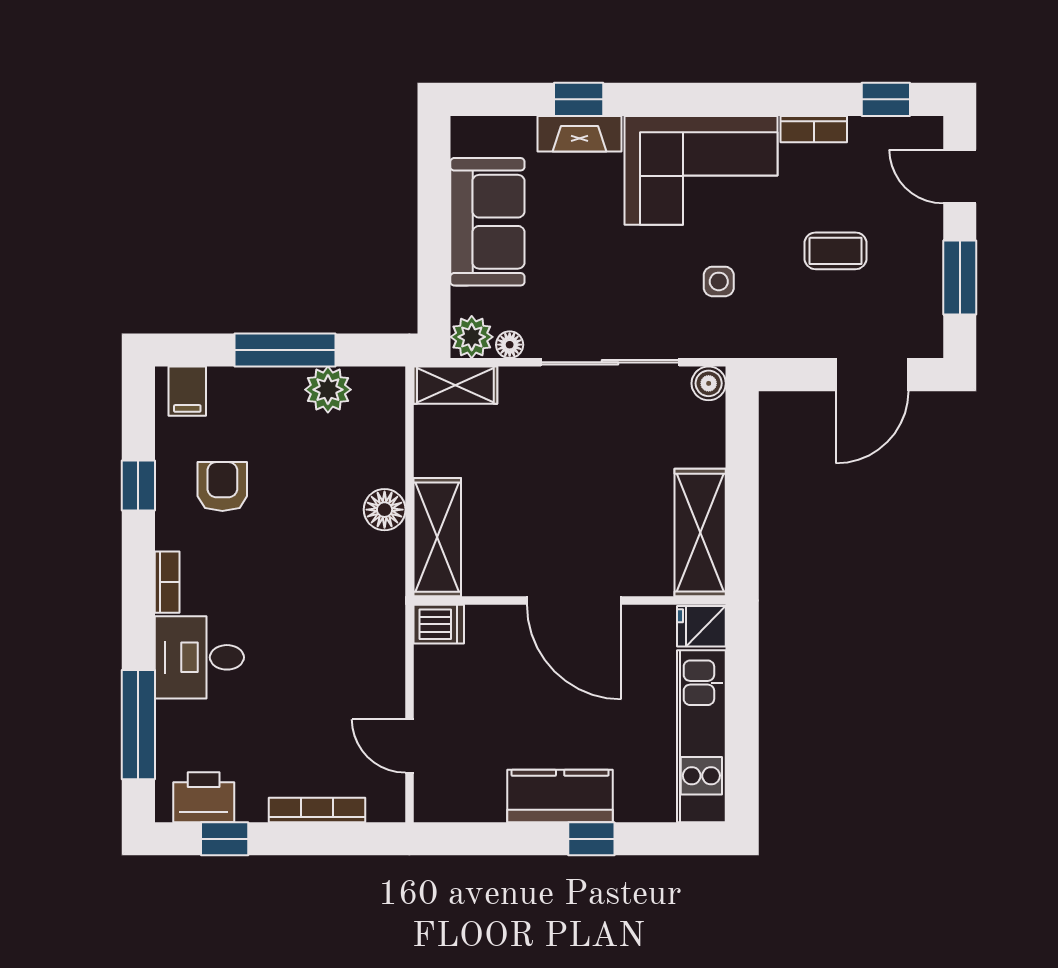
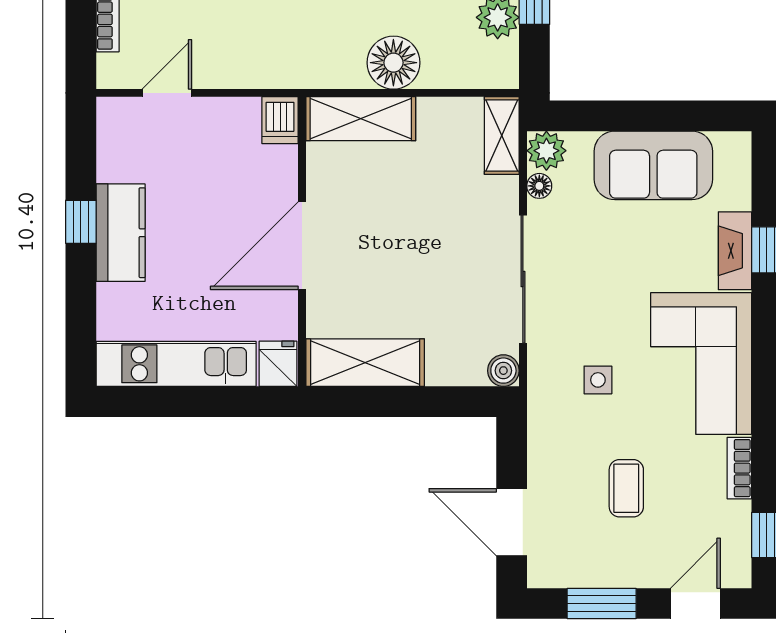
floor lamp: (385, 510) -> (393, 63), width x1.38, depth x1.38
window: (591, 839) -> (81, 222), moved

